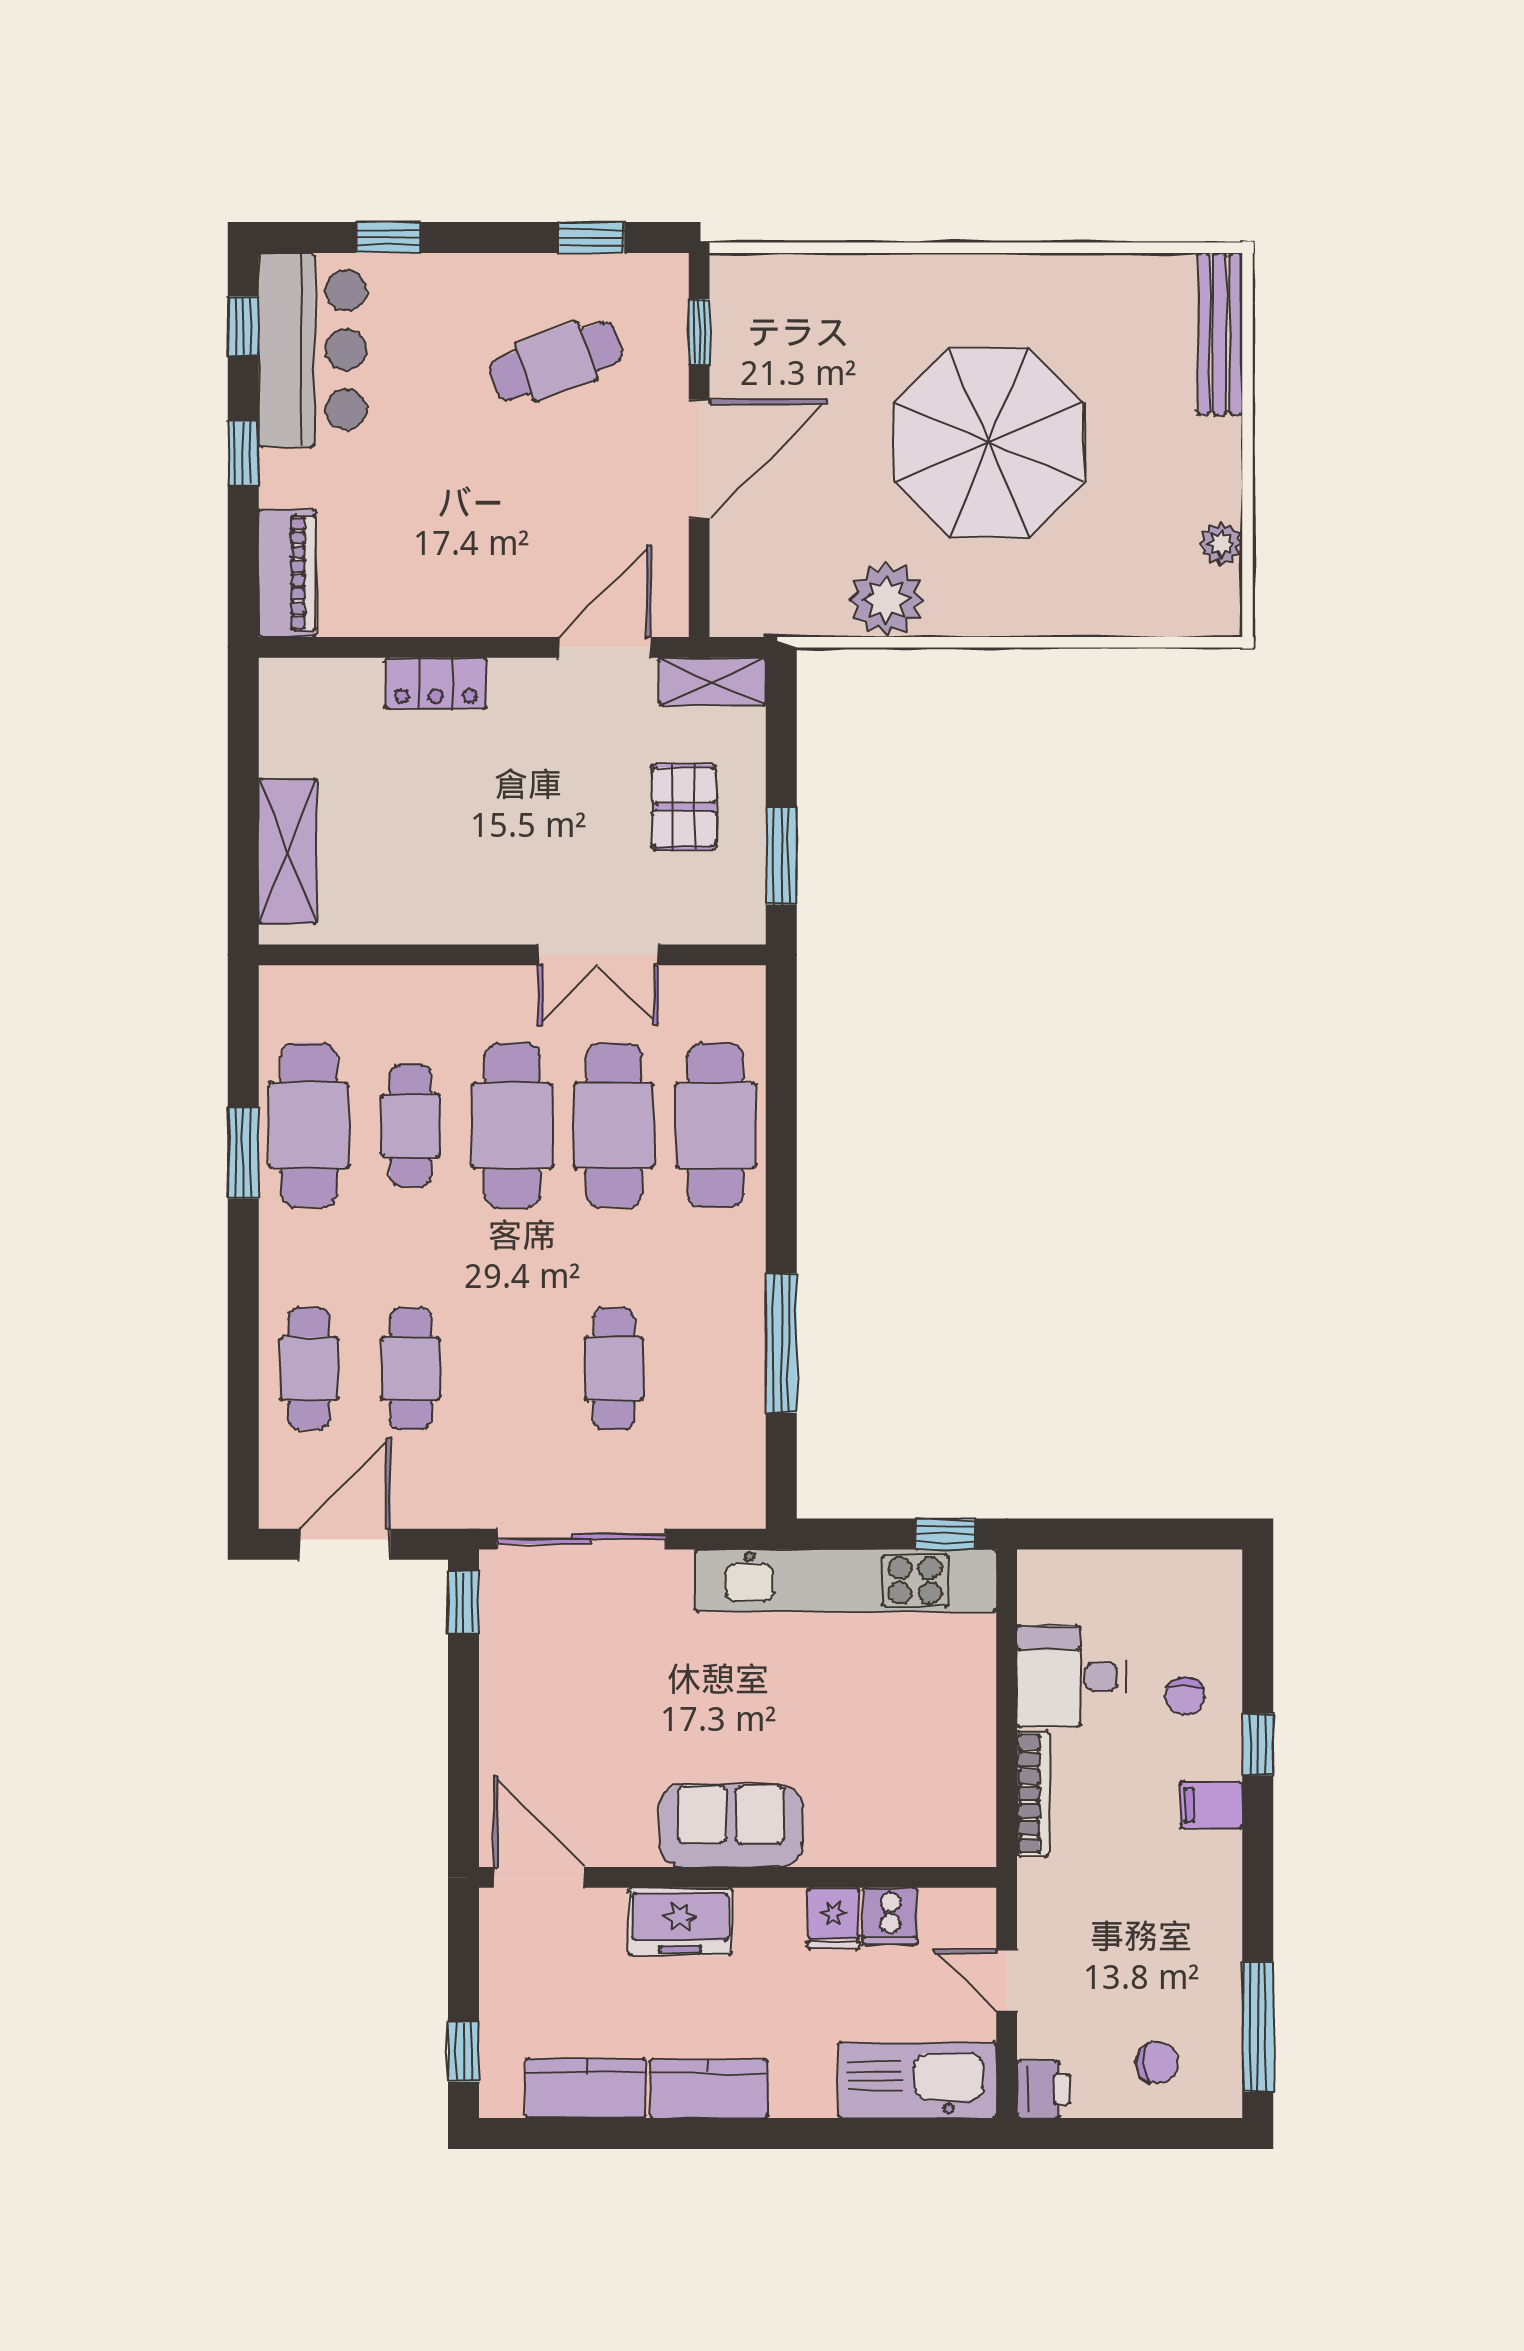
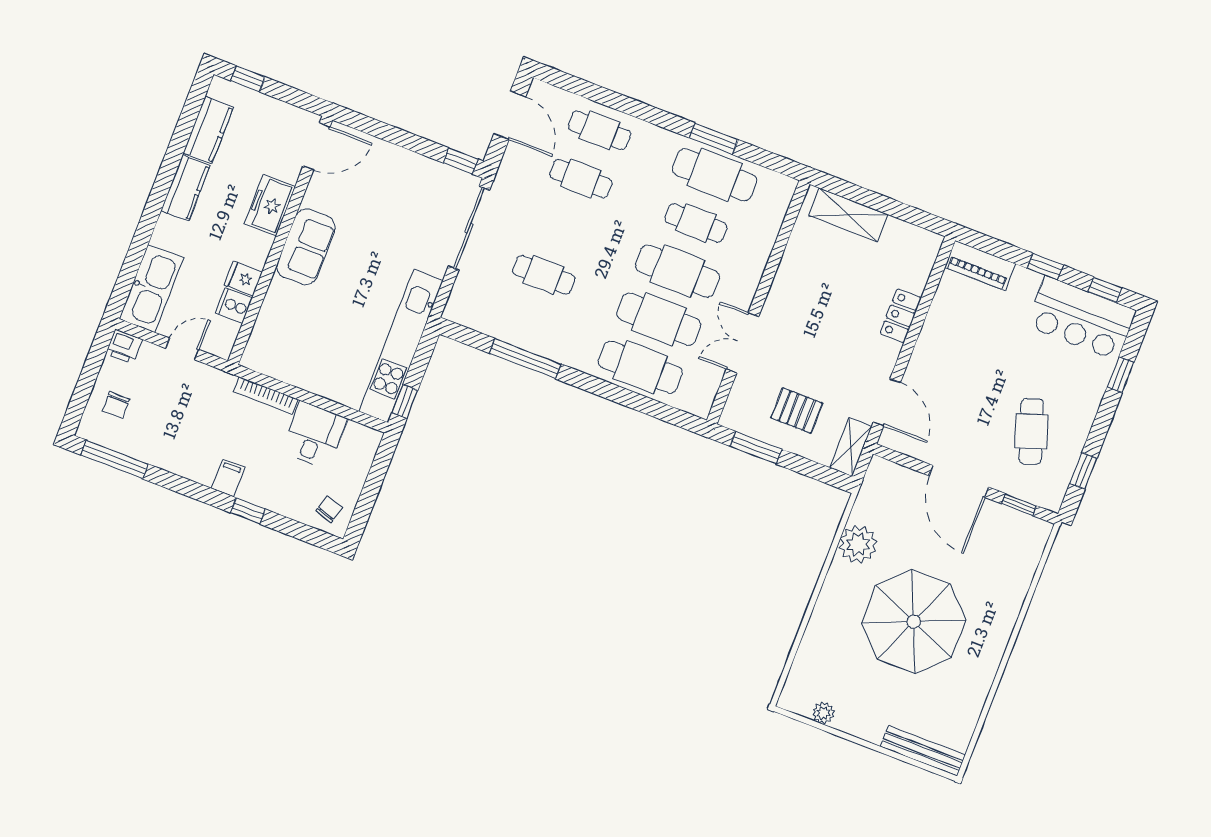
chair: (1185, 1697) -> (329, 509), moved, turned 107

